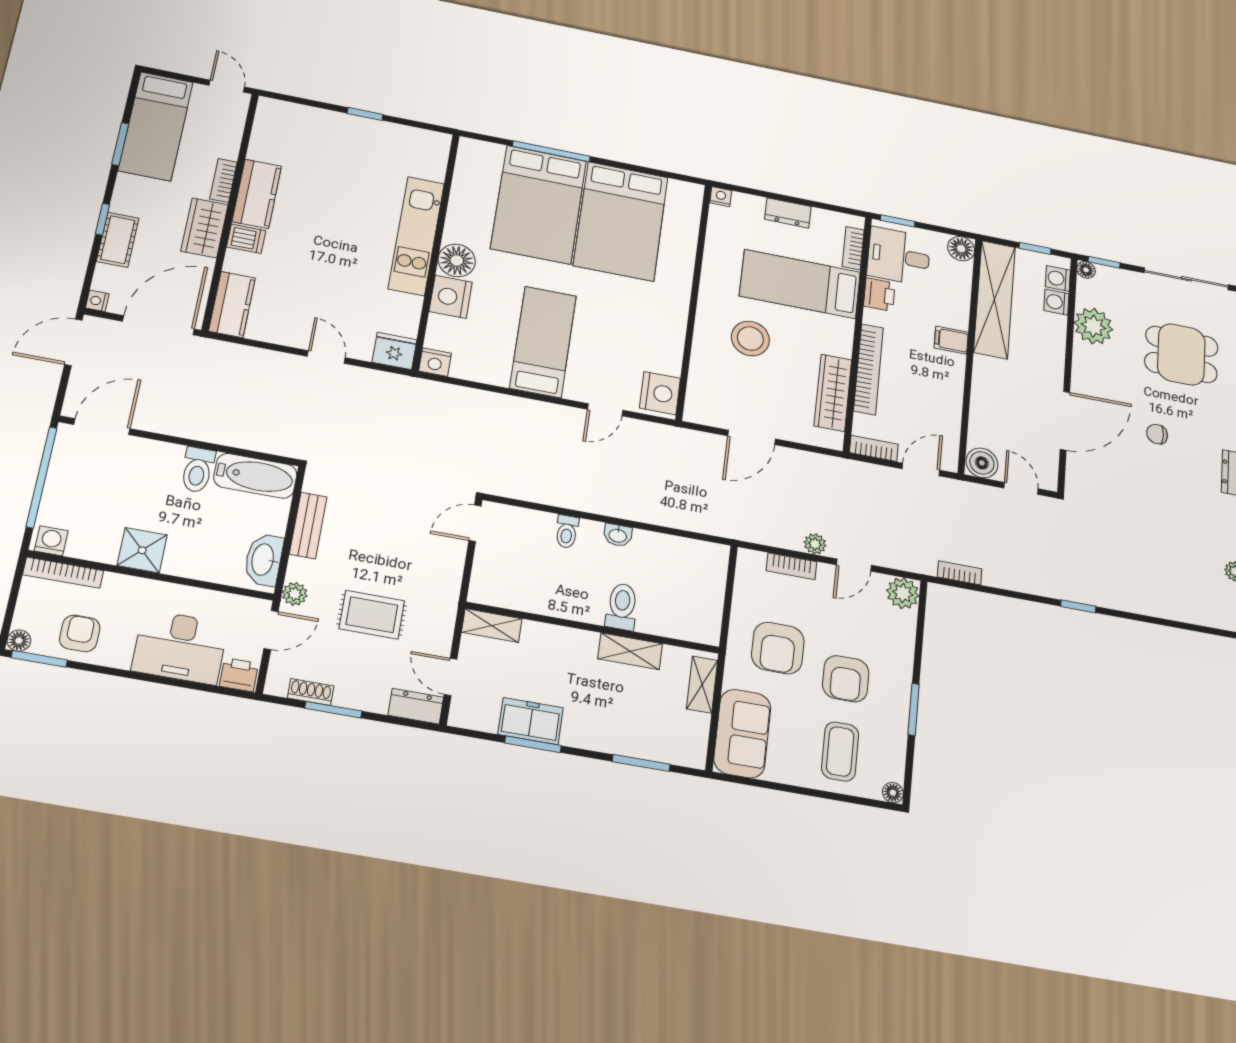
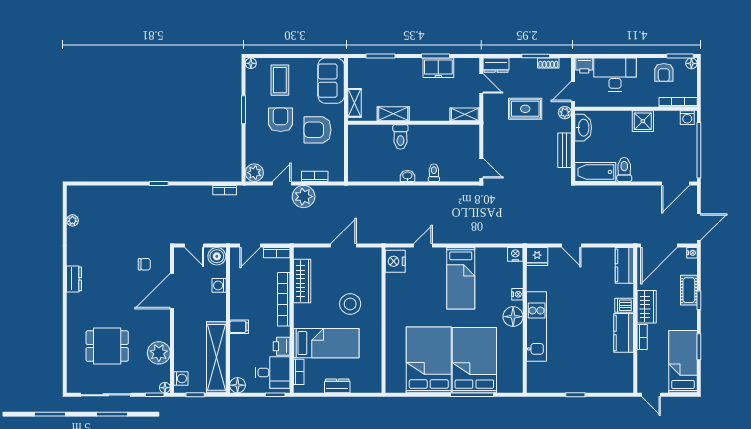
nightstand: (721, 197) -> (376, 388), removed
nightstand: (451, 297) -> (517, 294), width x0.53, depth x0.56
washing machine: (1056, 302) -> (219, 285), moved, turned 180
chair: (1157, 434) -> (144, 264), moved
door: (475, 523) -> (481, 168), hinge flipped
plant: (815, 544) -> (304, 197), width x1.88, depth x1.88
armchair: (778, 648) -> (318, 130), turned -90

